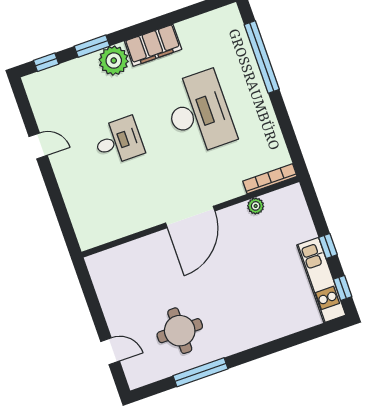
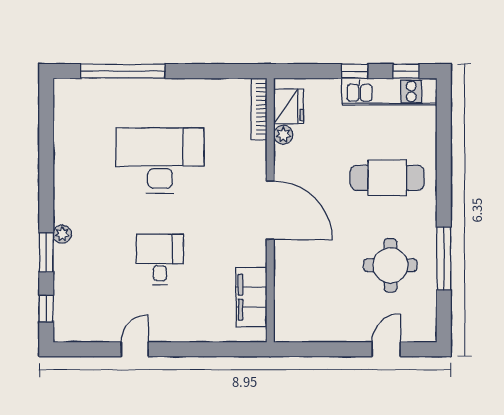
filing cabinet: (153, 45) -> (251, 297), moved, turned 180
plant: (114, 61) -> (62, 234), width x0.53, depth x0.53
fridge: (281, 202) -> (289, 106), added
cafe table: (250, 303) -> (387, 178), added

